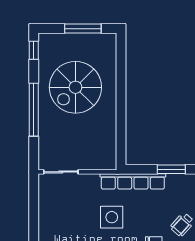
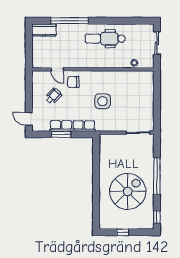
window: (83, 29) -> (123, 232), width x0.46
row of seats: (133, 181) -> (72, 126), moved

